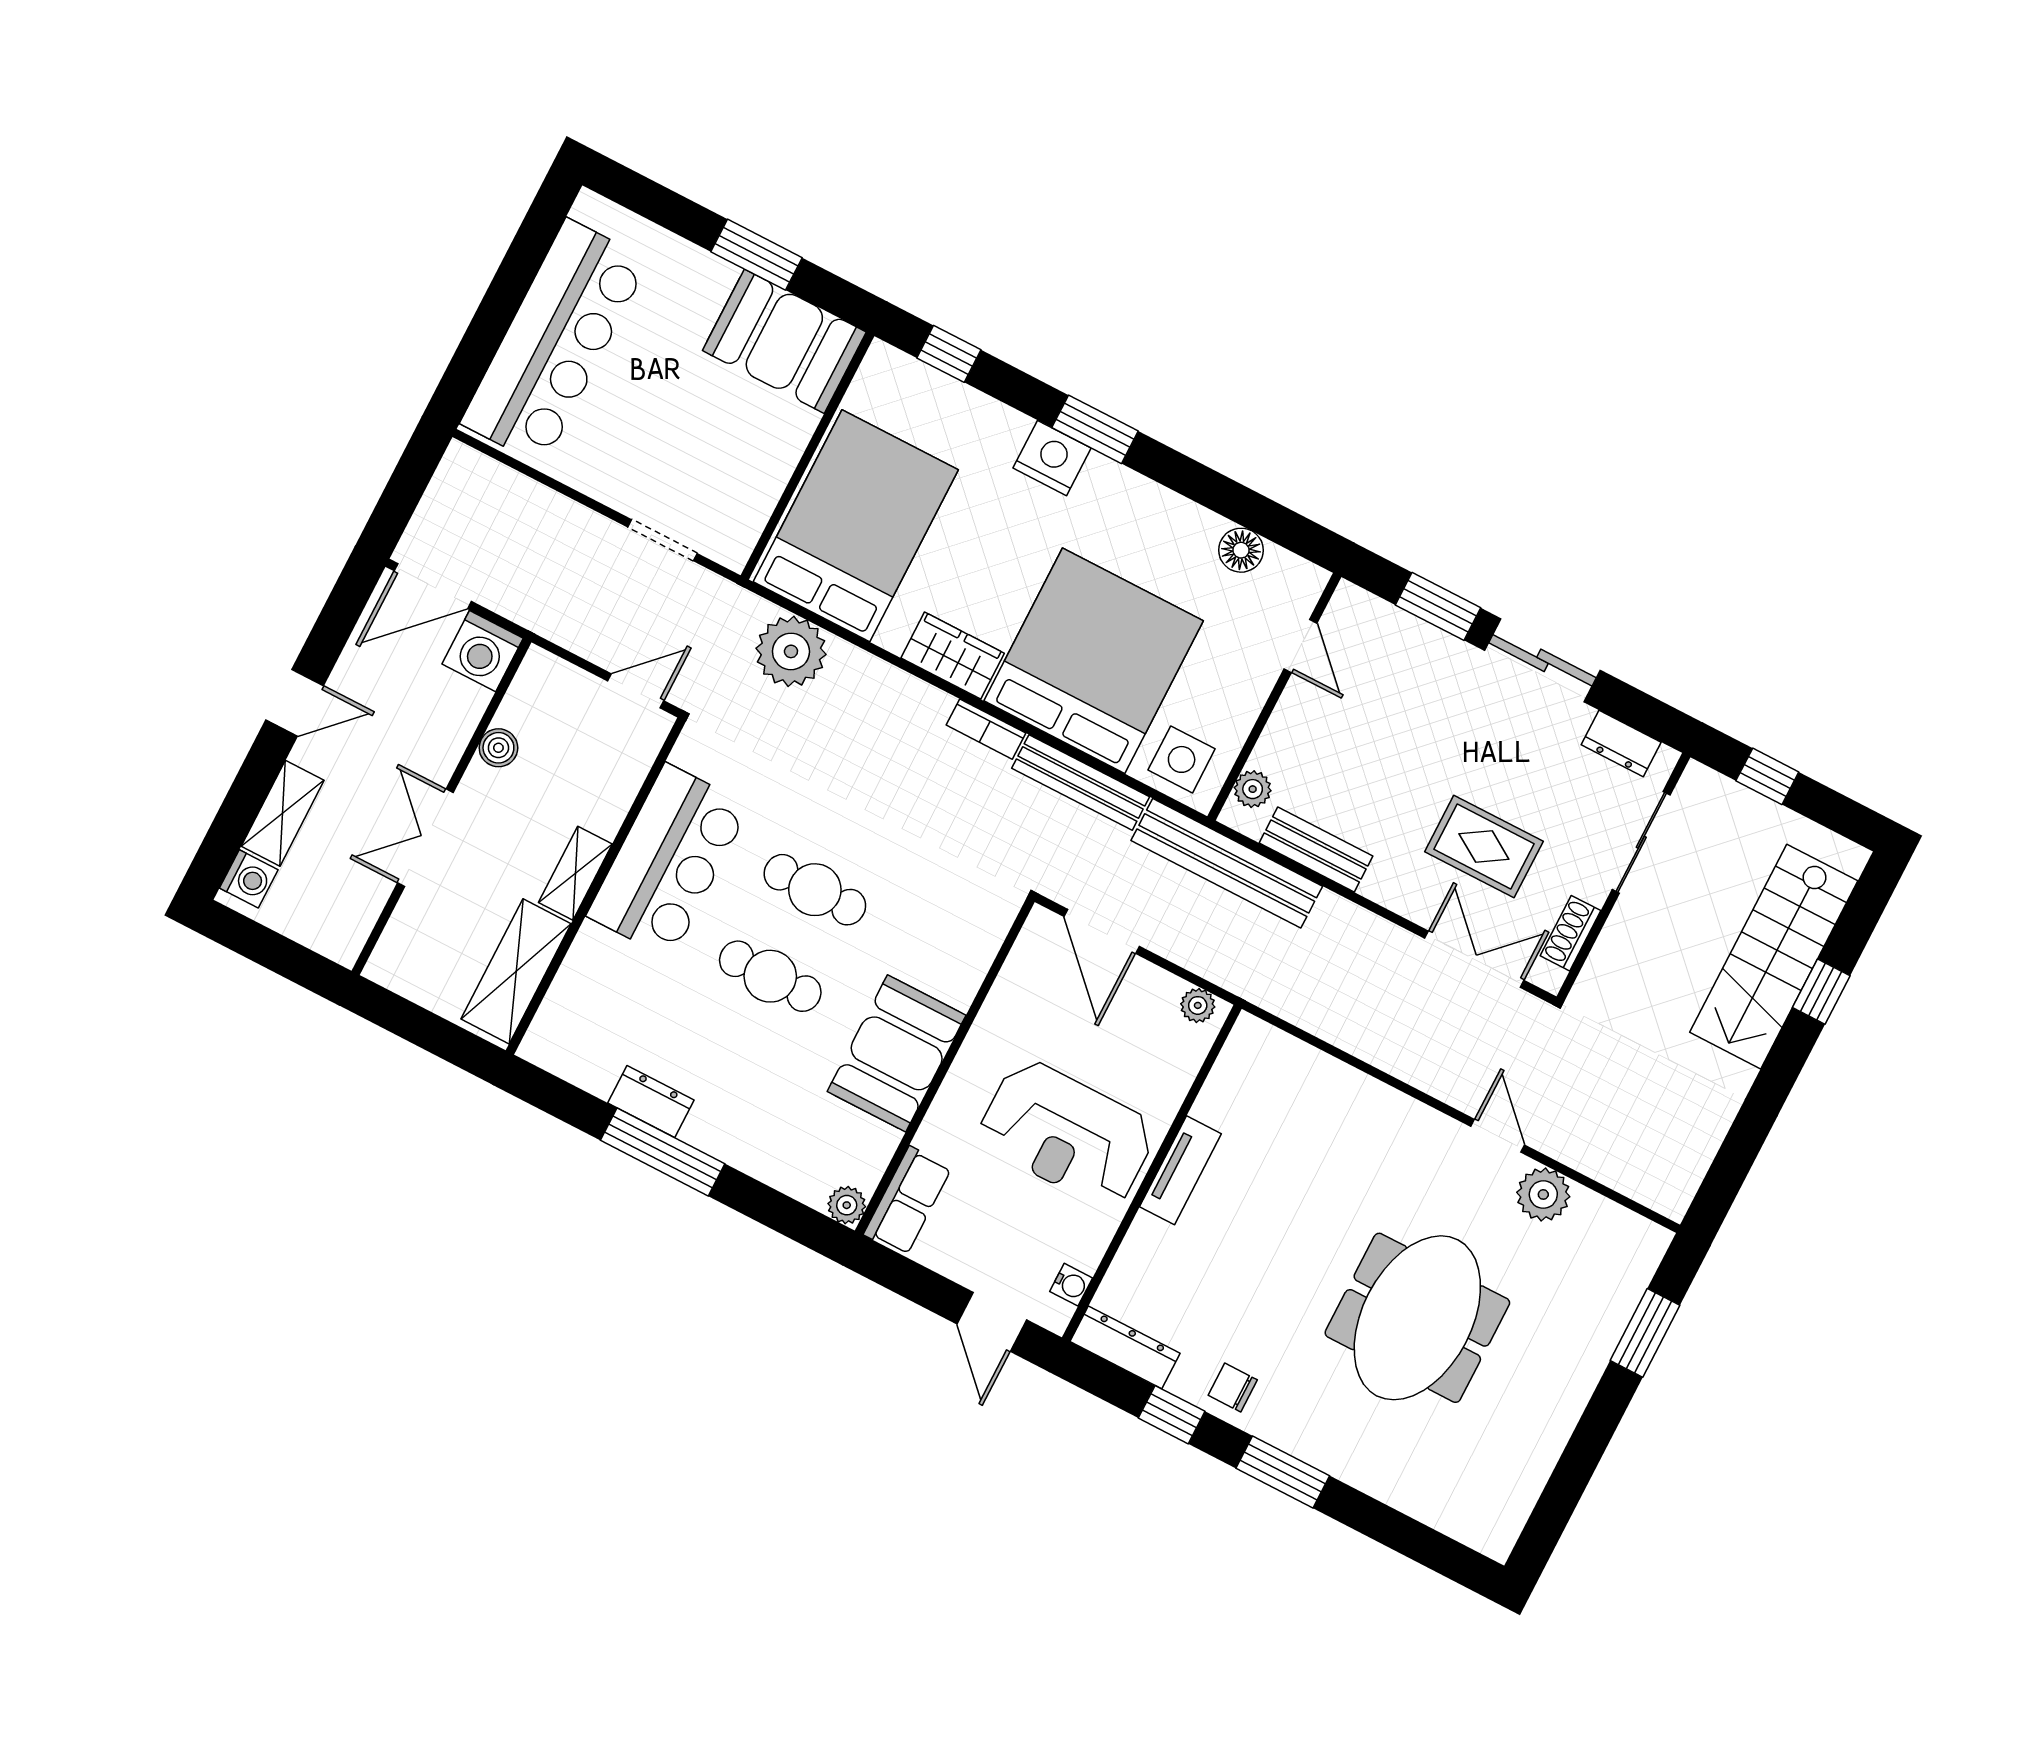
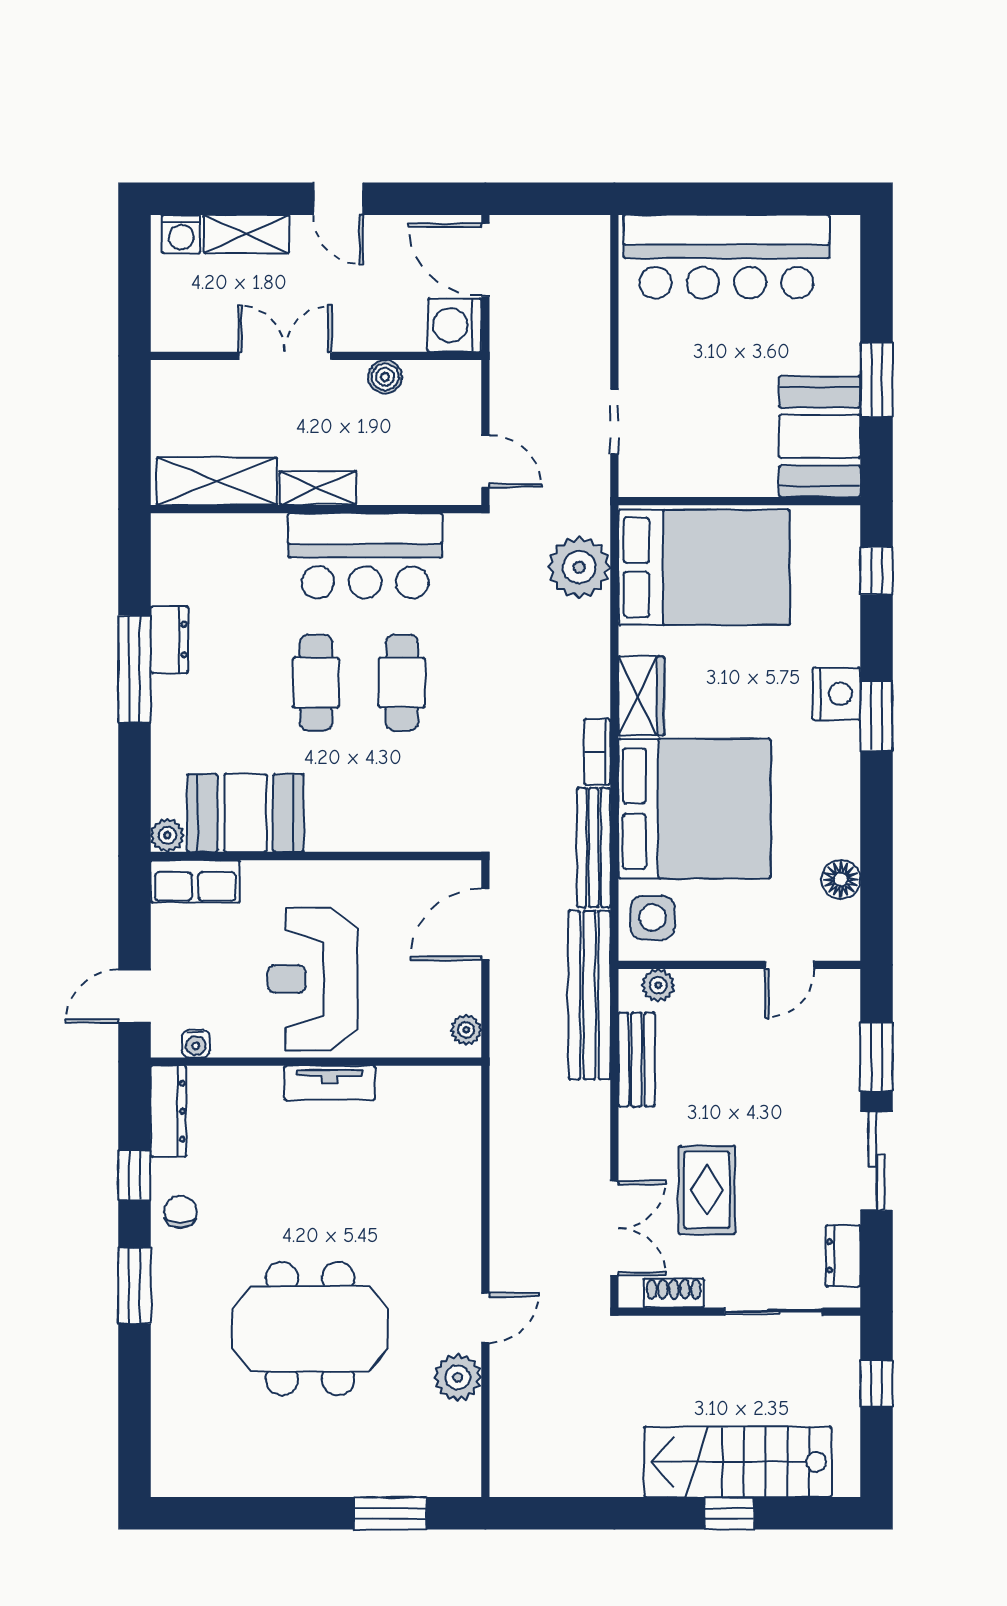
booth: (897, 1053) -> (245, 813), moved

